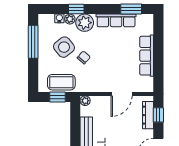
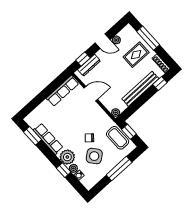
window: (33, 42) -> (119, 169), moved
row of seats: (147, 56) -> (63, 91), moved

